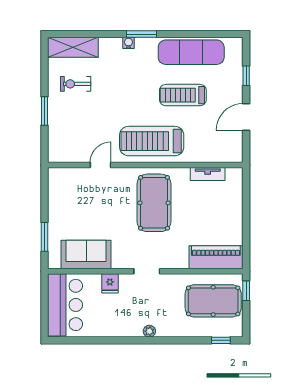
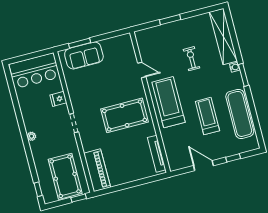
shelving: (73, 47) -> (223, 36), width x1.47
exercise bike: (76, 84) -> (191, 59), moved
tv unit: (208, 174) -> (157, 154), width x1.41
sofa: (86, 255) -> (84, 56), moved, turned 90

